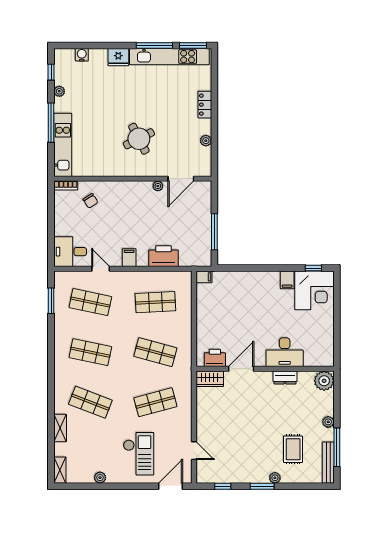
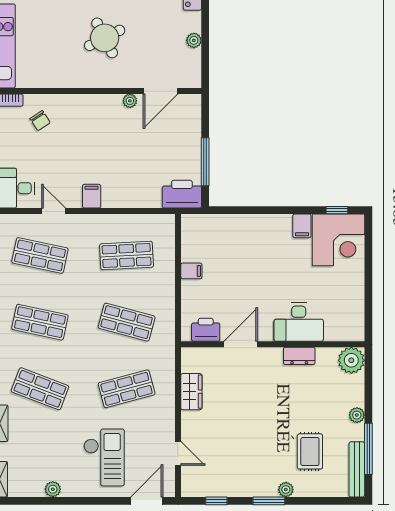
printer: (164, 256) -> (182, 194), moved
filing cabinet: (204, 277) -> (191, 271), moved
wardrobe: (210, 379) -> (191, 392), moved, turned -90

